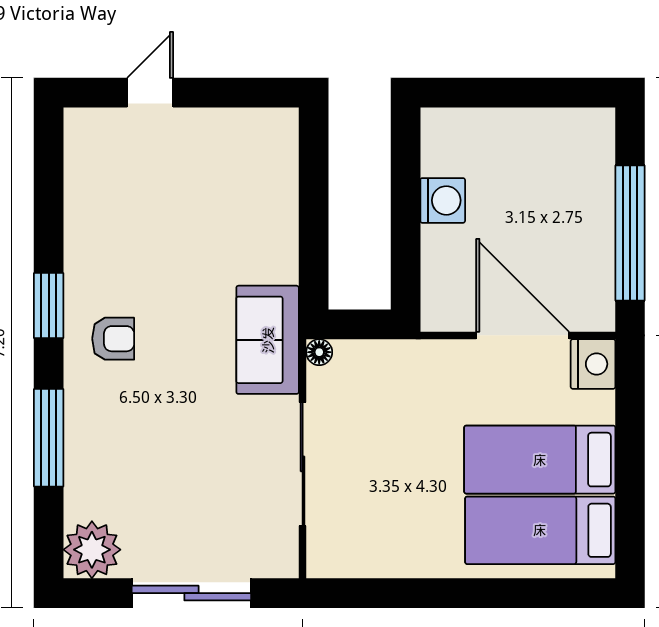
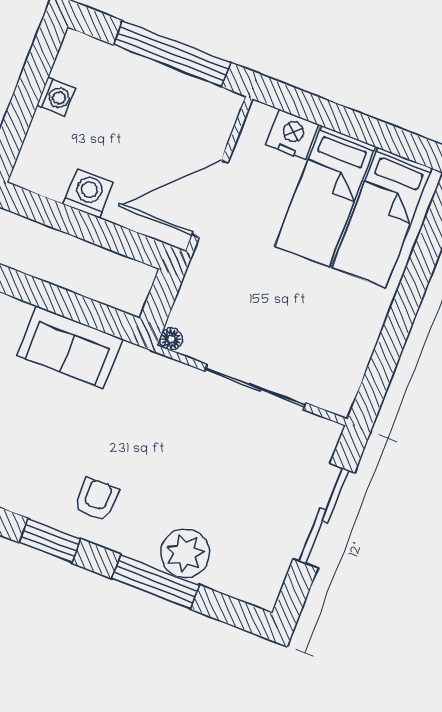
washing machine: (534, 125) -> (56, 97), added
door: (523, 335) -> (210, 199), moved
sofa: (268, 340) -> (70, 347), moved
nightstand: (593, 364) -> (292, 134), moved
plant: (92, 550) -> (185, 553), moved

